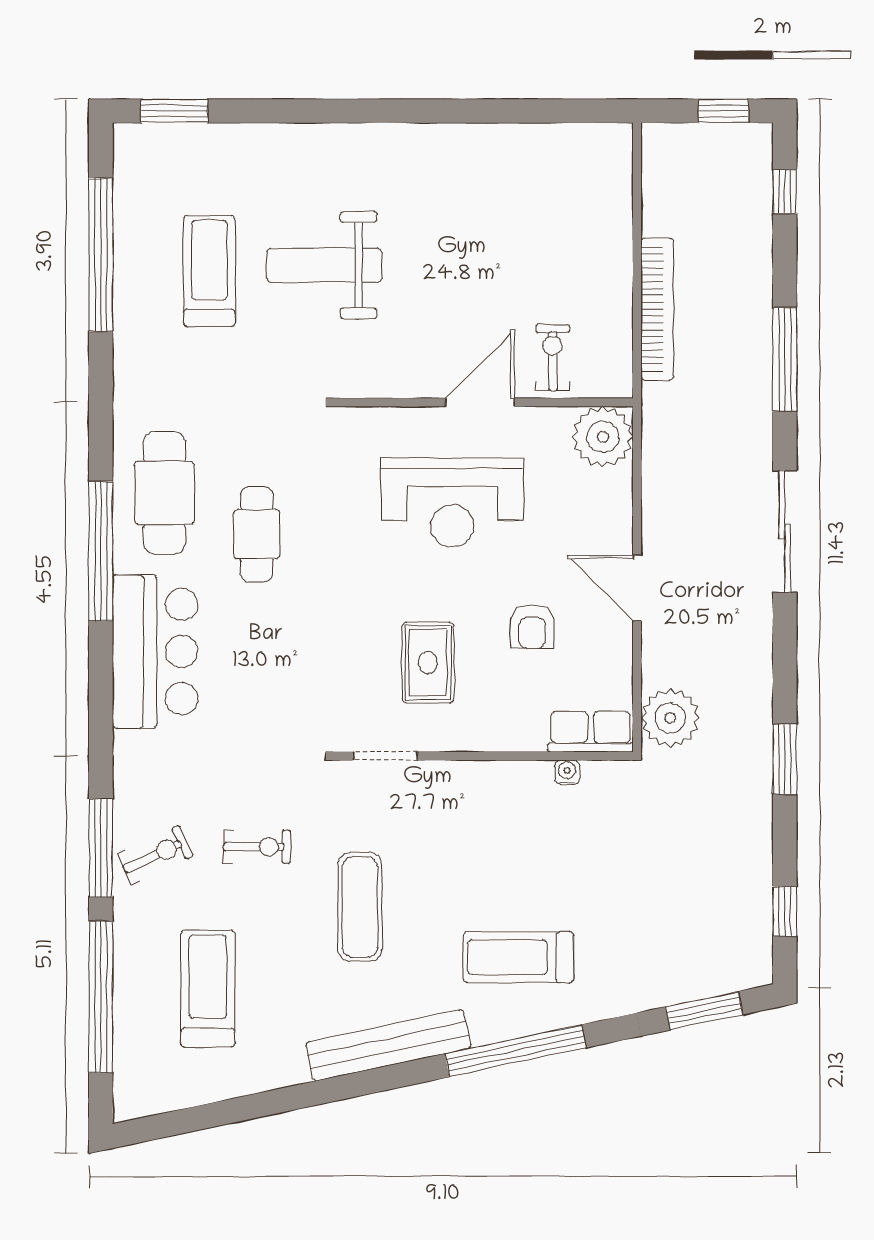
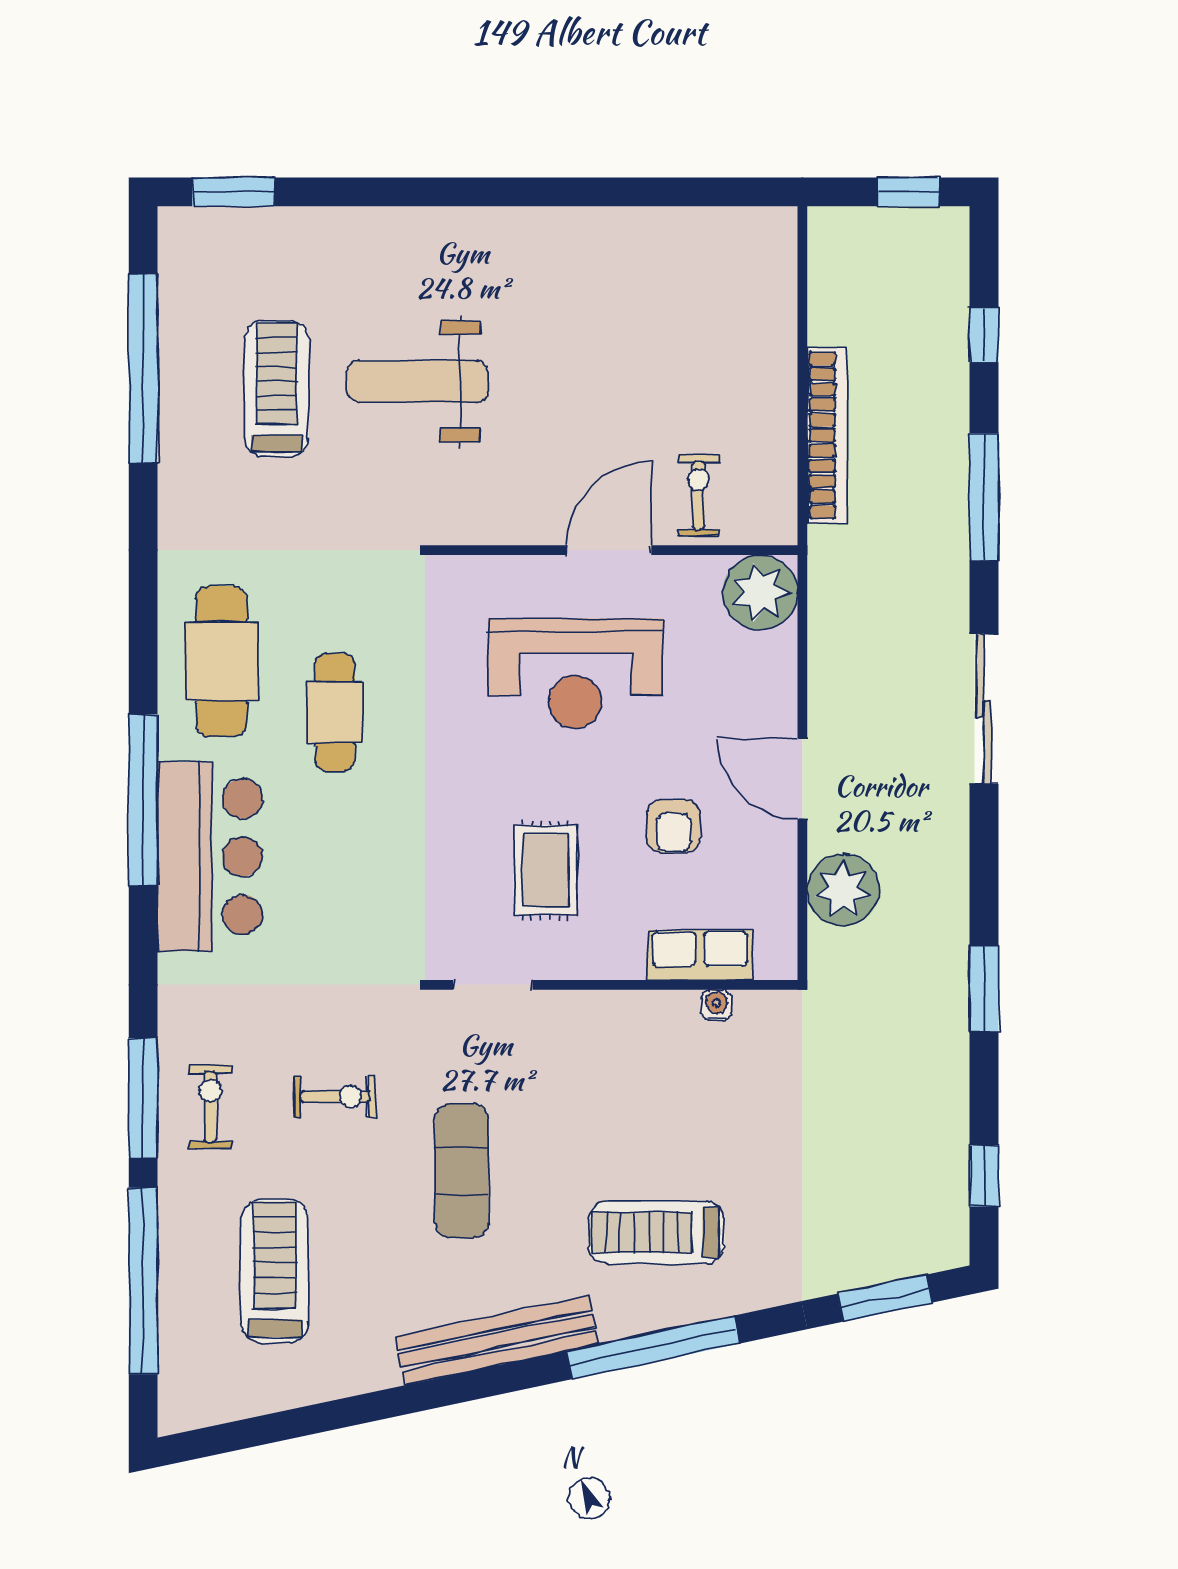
window: (785, 192) -> (984, 335), moved
window: (101, 551) -> (143, 800), moved
plant: (670, 718) -> (843, 890), moved
row of seats: (590, 732) -> (700, 955), moved
exercise bike: (155, 855) -> (210, 1107), turned -65

